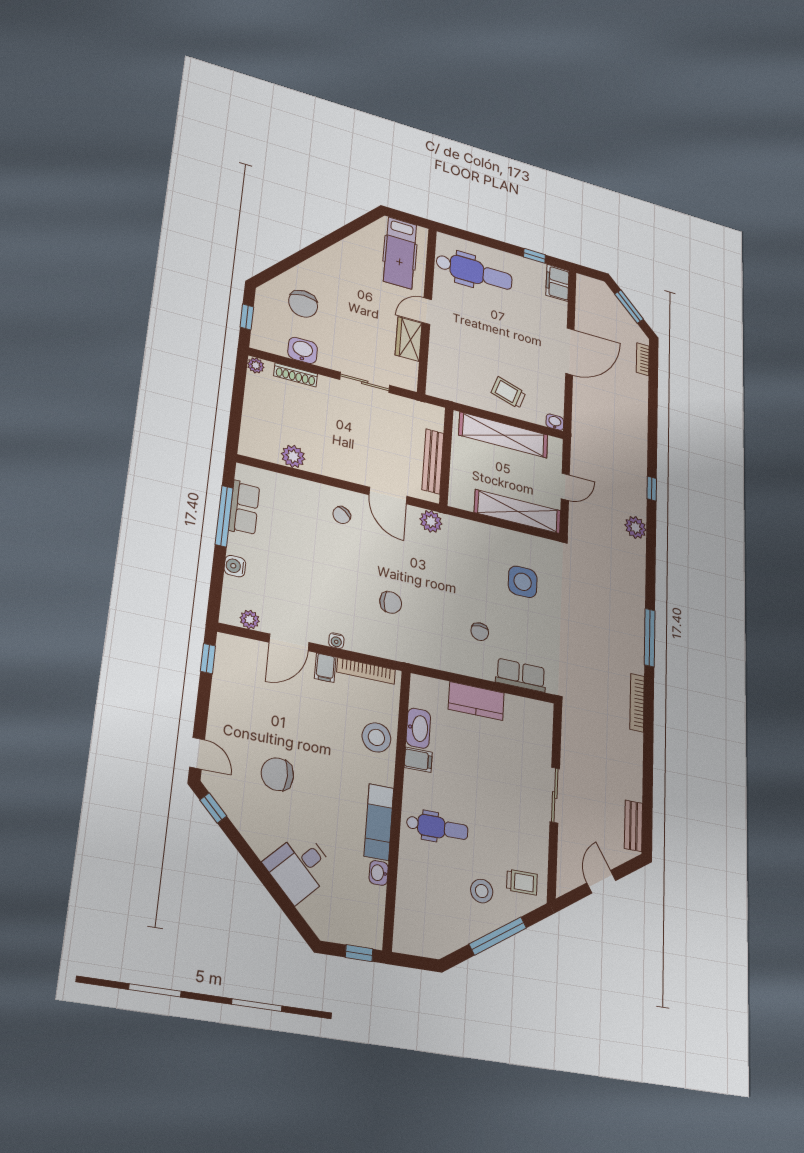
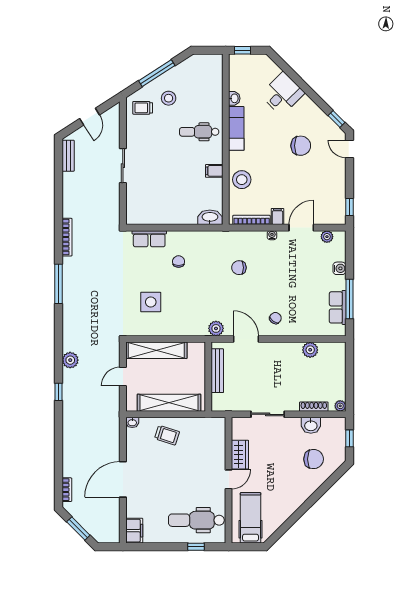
window: (534, 256) -> (196, 547), moved
chair: (303, 304) -> (314, 459), turned 90
kitchen counter: (476, 701) -> (178, 216), removed
washbasin: (418, 728) -> (210, 217), moved, turned 90

